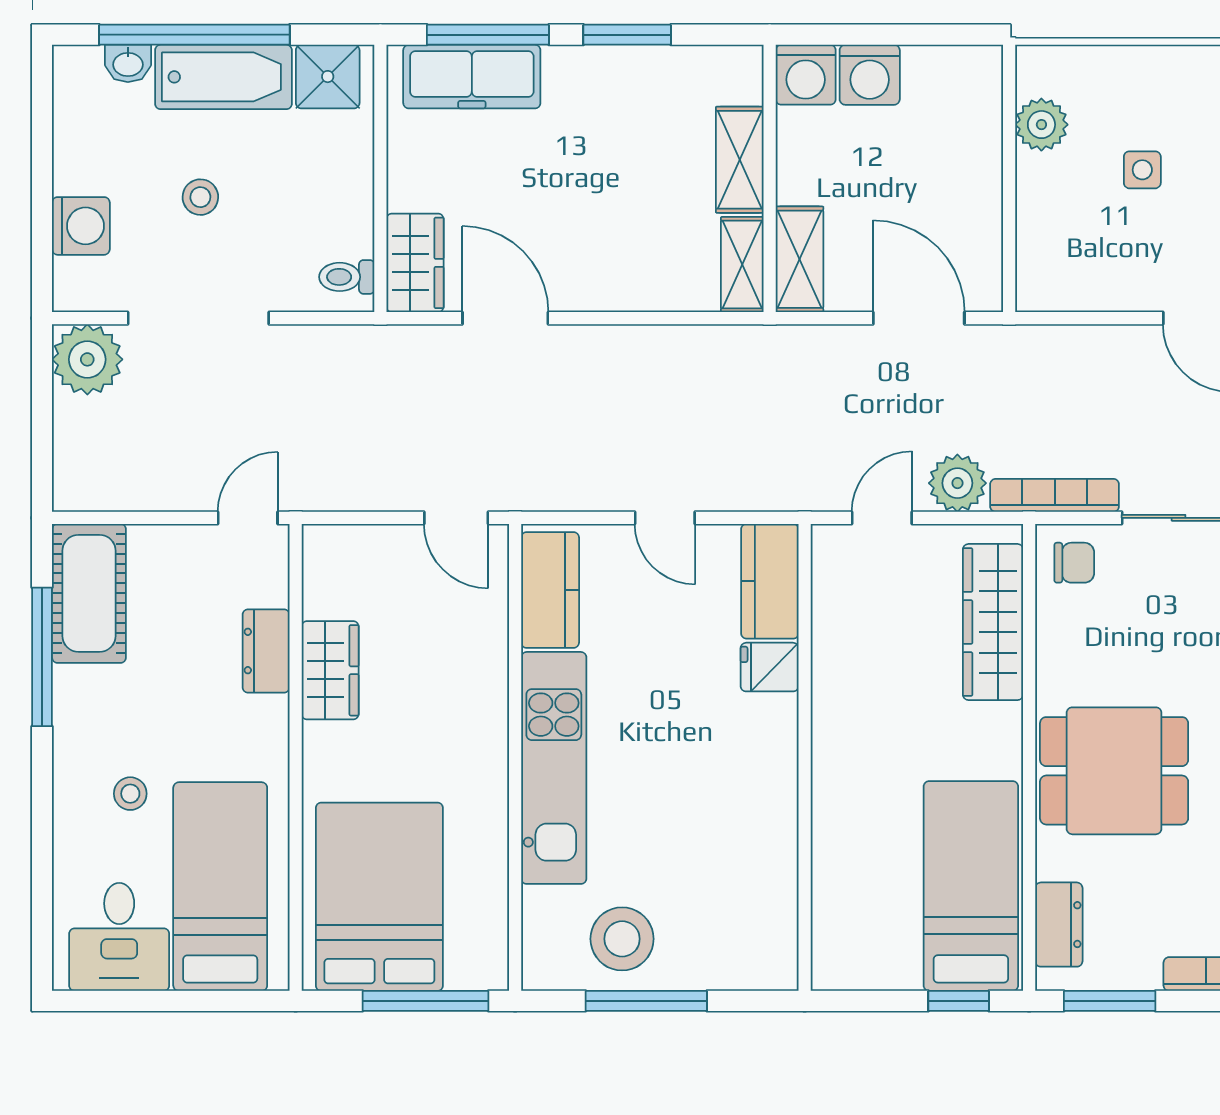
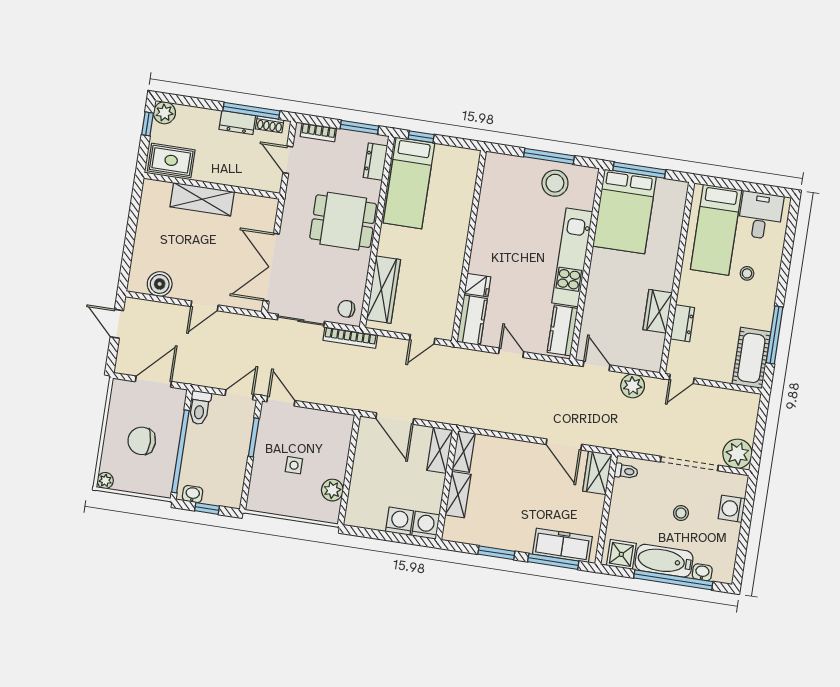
plant: (957, 483) -> (633, 386), moved
bed: (379, 897) -> (624, 211), moved

